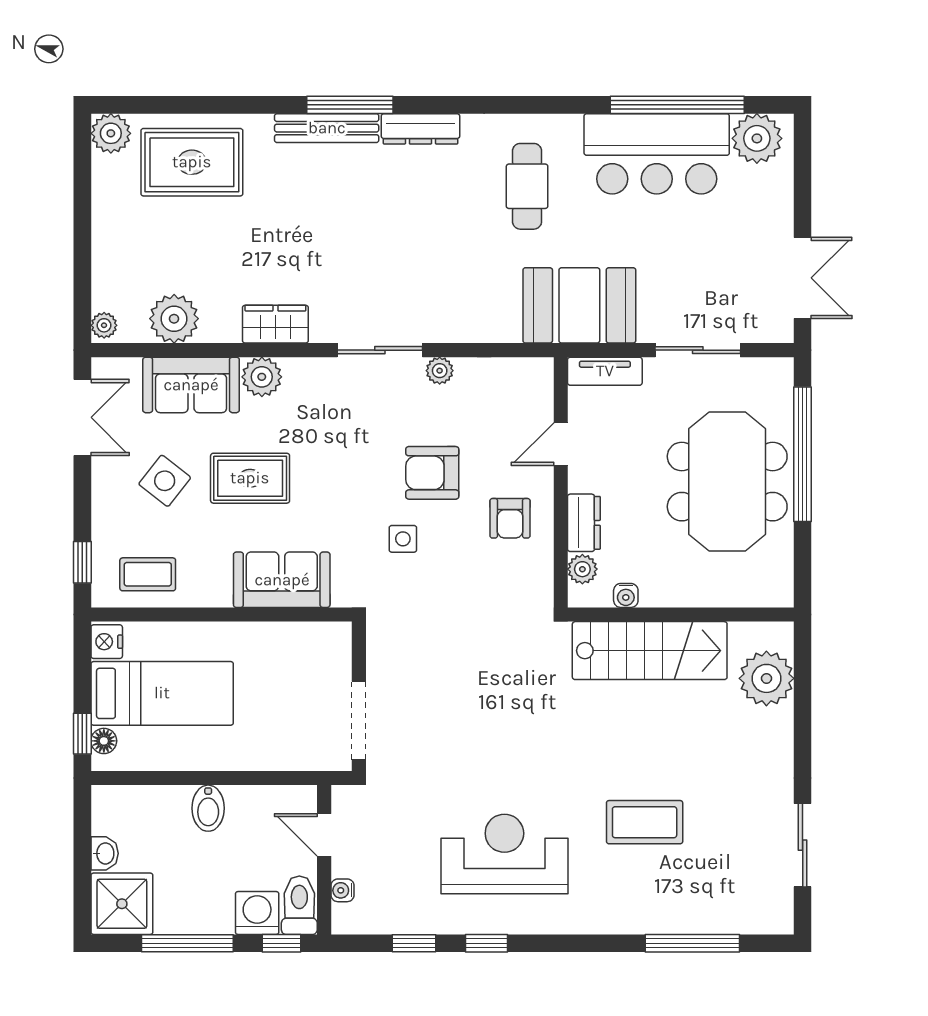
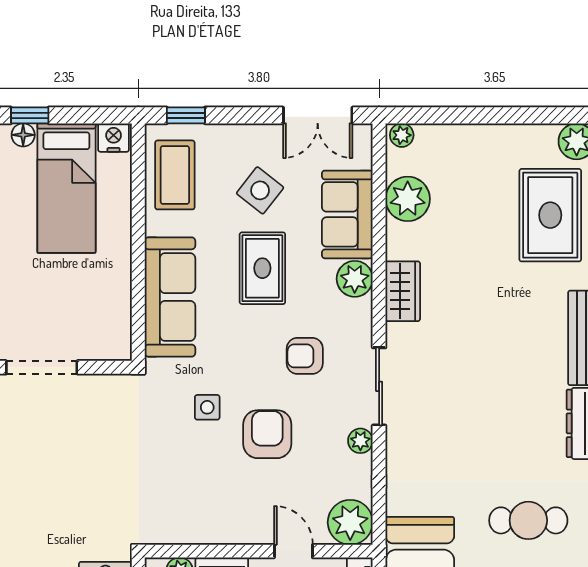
plant: (529, 382) -> (350, 522), added
armchair: (510, 518) -> (305, 356), moved
coffee table: (148, 574) -> (175, 175), width x1.36, depth x1.30
sofa: (282, 580) -> (170, 297), width x1.36

